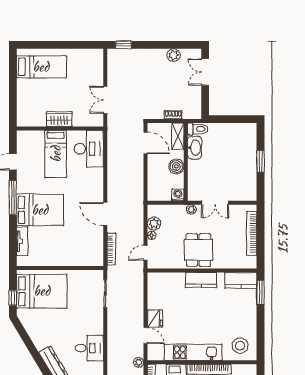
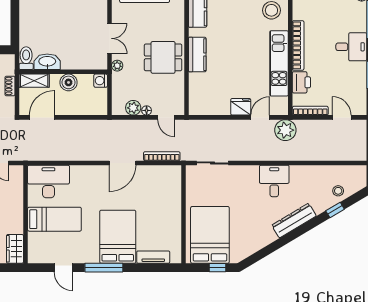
wardrobe: (59, 119) -> (15, 249), moved
plant: (139, 362) -> (285, 130), width x1.88, depth x1.88

